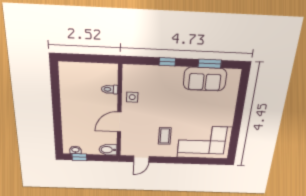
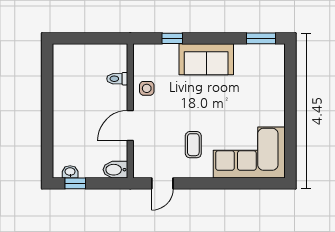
window: (167, 62) -> (172, 38), moved
window: (210, 64) -> (261, 38), moved
sofa: (205, 79) -> (206, 59), moved

